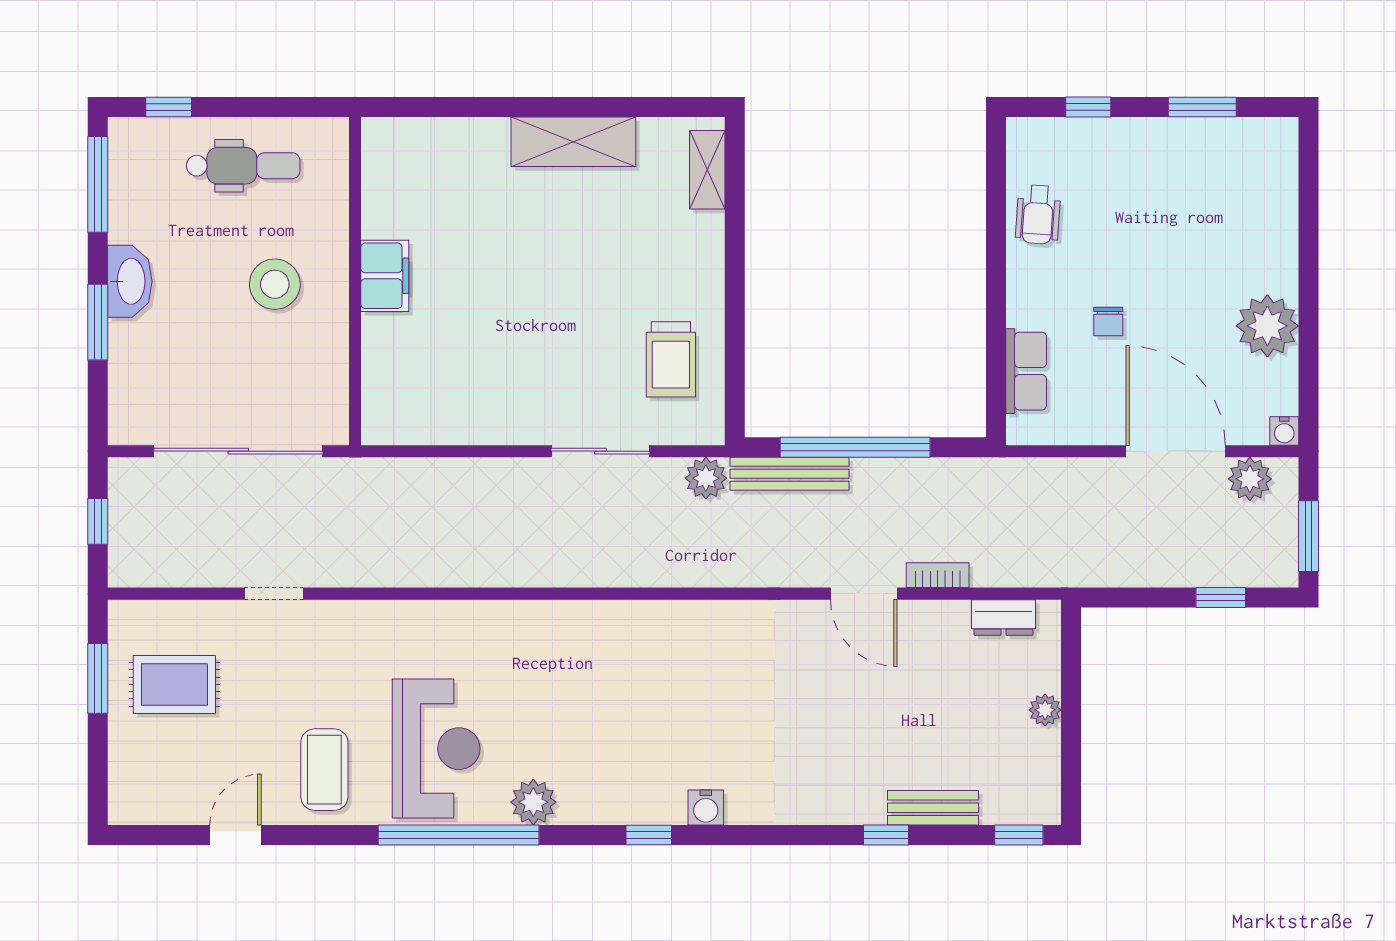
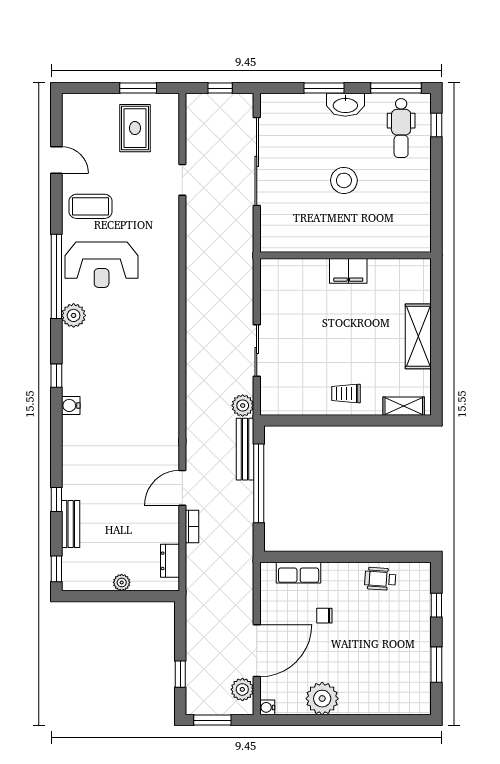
dental chair: (243, 166) -> (401, 128), moved
filing cabinet: (385, 276) -> (348, 271), moved
wall: (355, 281) -> (346, 255), moved
trolley: (671, 359) -> (346, 393), moved, width x0.73, depth x0.72

